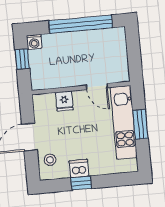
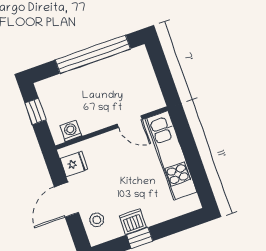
washing machine: (34, 42) -> (71, 131), moved, turned 180
fridge: (64, 101) -> (74, 164), moved, turned -90
window: (140, 124) -> (191, 153), removed

